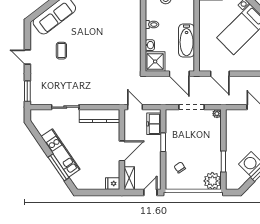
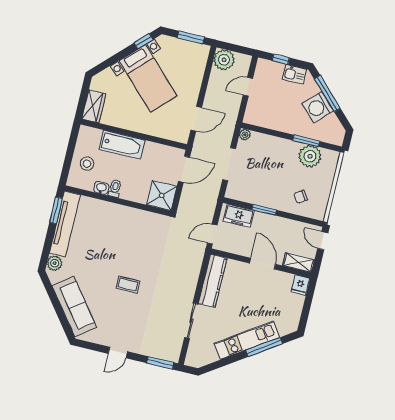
bathtub: (187, 41) -> (122, 145), moved
washbasin: (150, 45) -> (101, 188), moved
coffee table: (61, 51) -> (128, 285), moved
plant: (212, 181) -> (310, 156), moved

